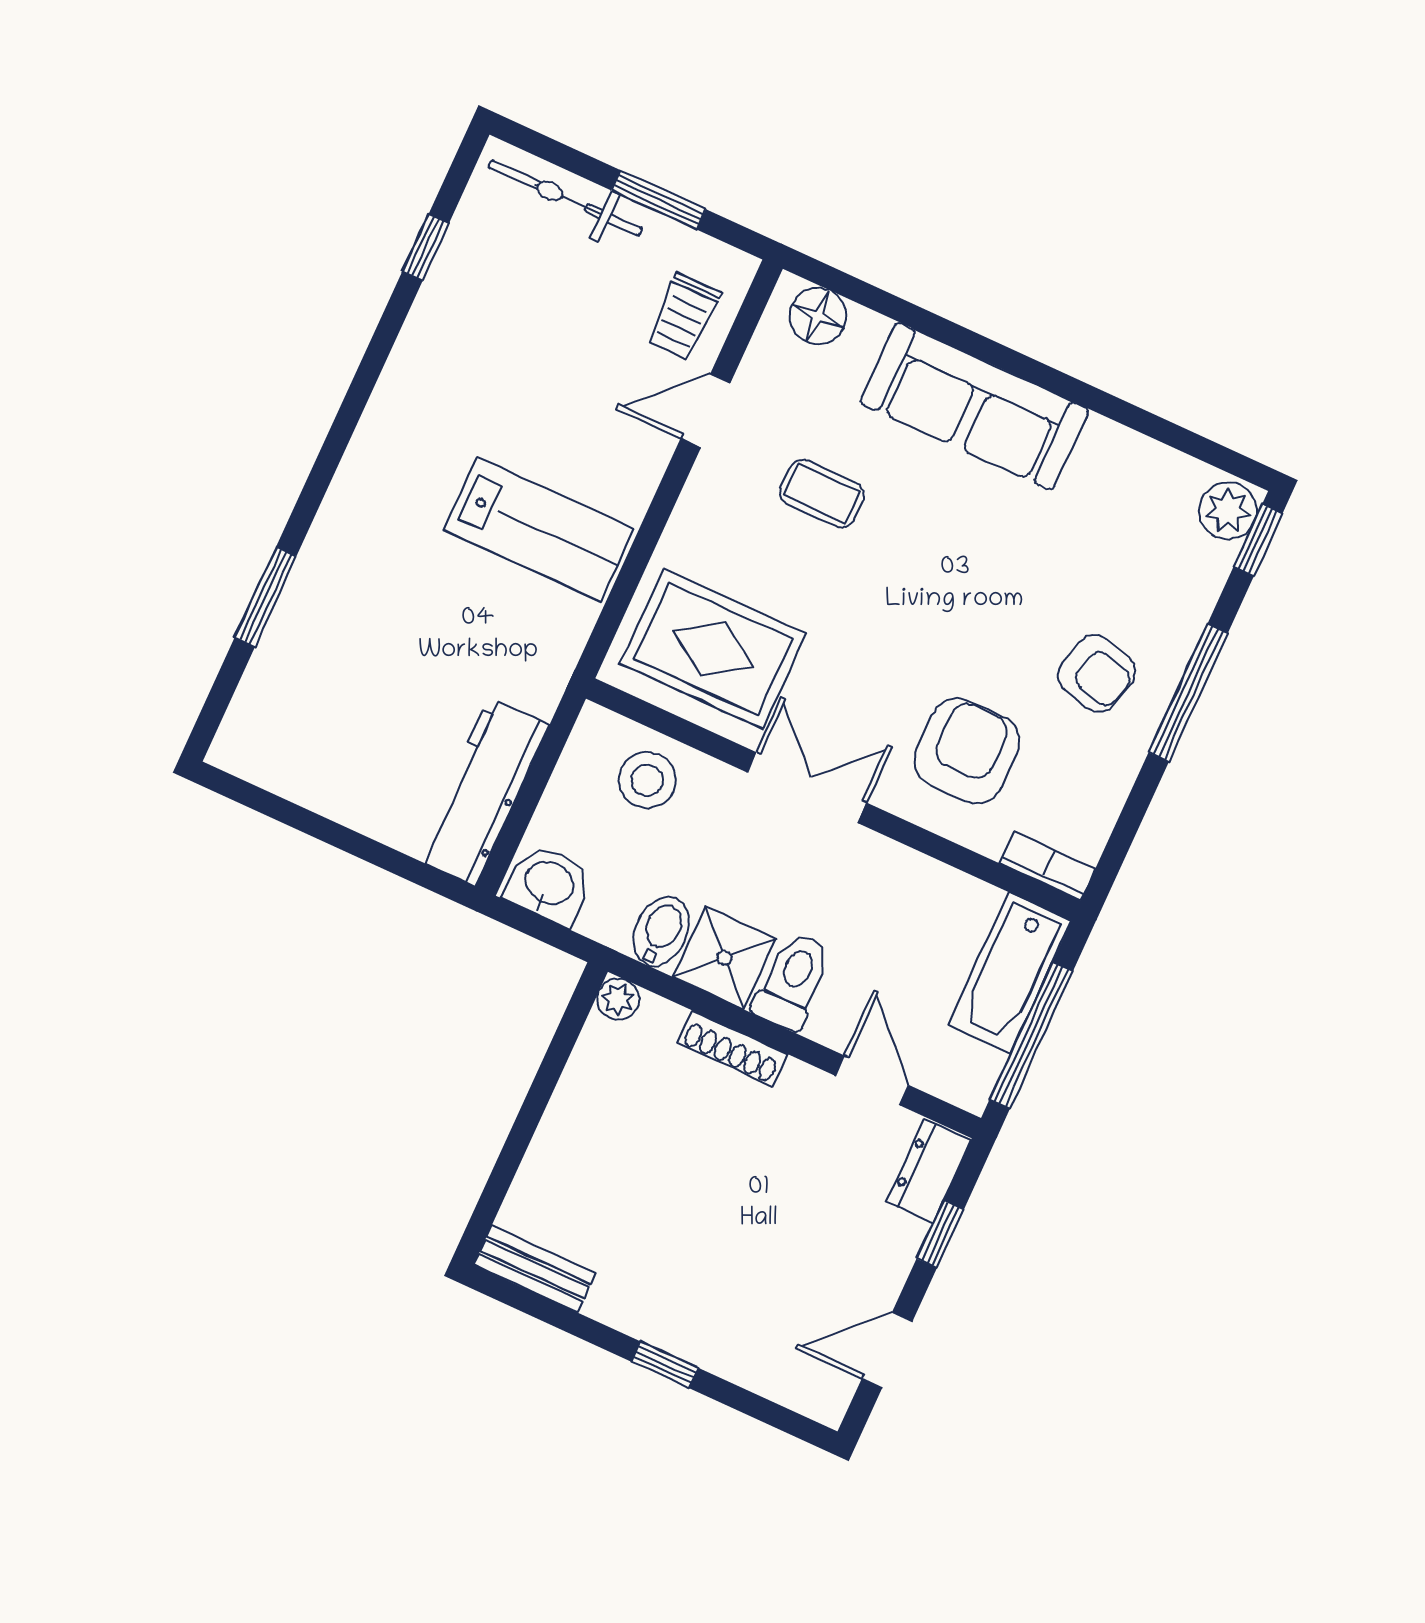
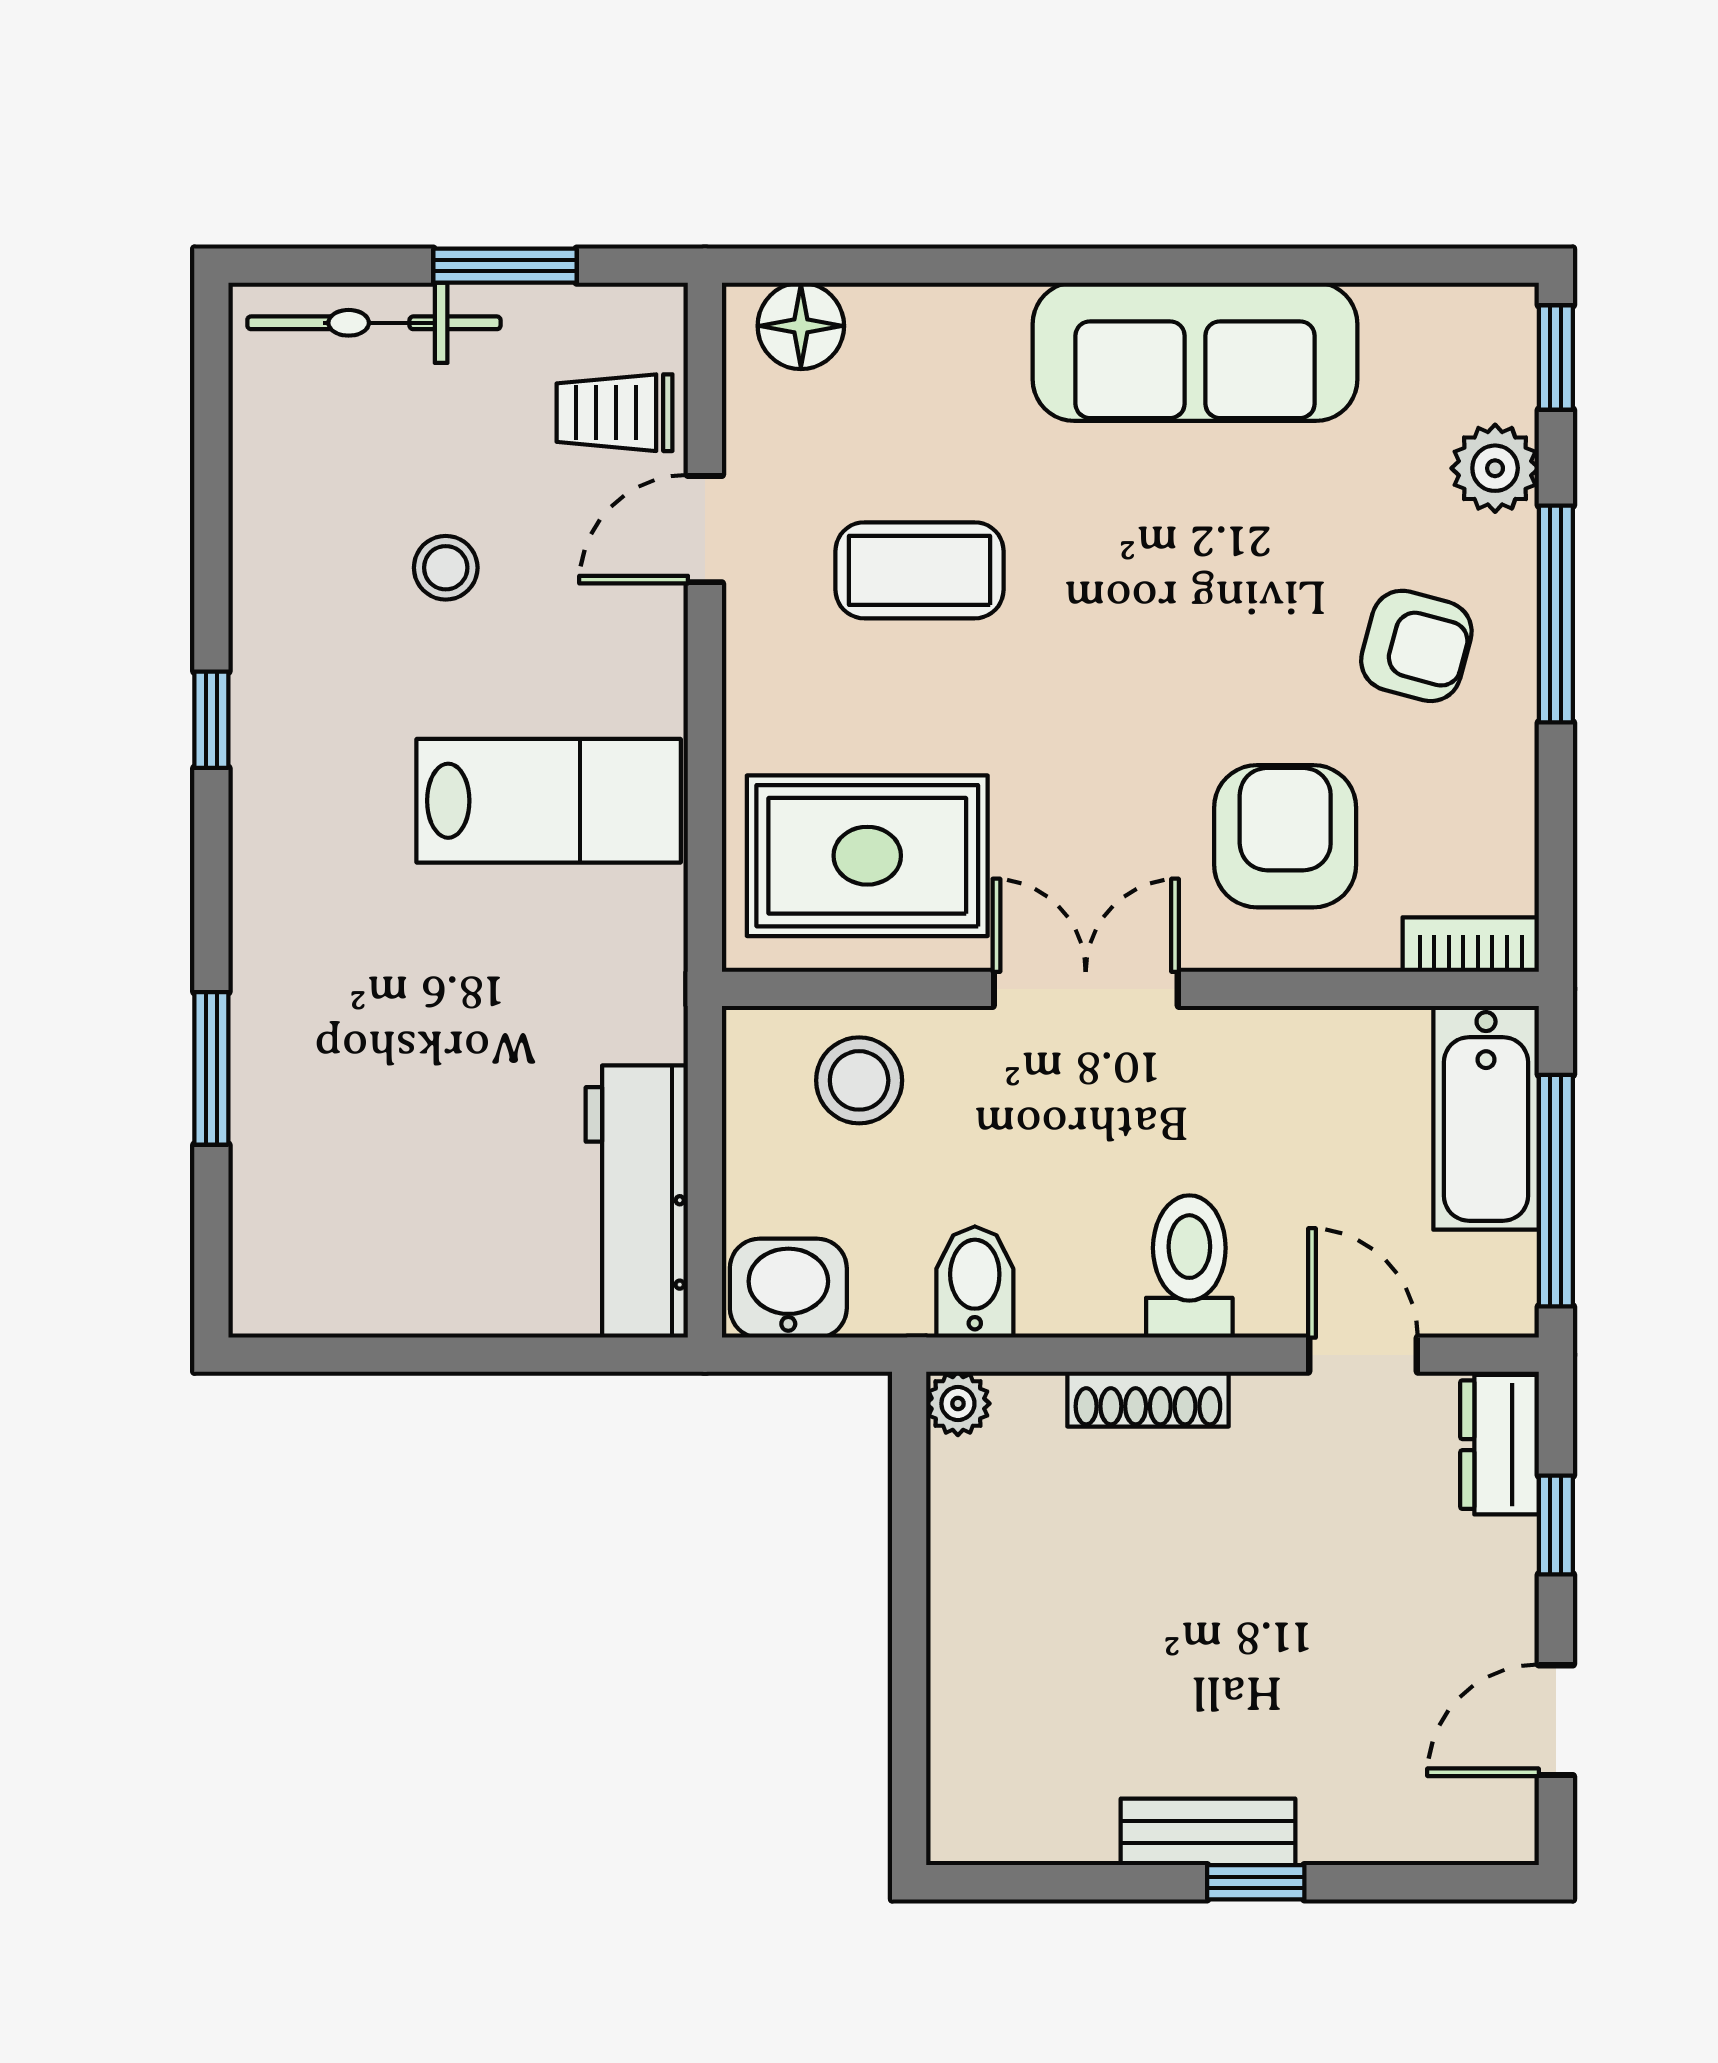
window: (426, 247) -> (211, 720), moved
trolley: (684, 317) -> (614, 413), turned 90
stool: (541, 363) -> (446, 568), added
sofa: (975, 406) -> (1195, 352), moved
coffee table: (822, 494) -> (920, 570), width x1.36, depth x1.30
plant: (1228, 511) -> (1495, 468), moved
shower: (724, 958) -> (1080, 1278), removed
bench: (534, 1269) -> (1208, 1832), moved

